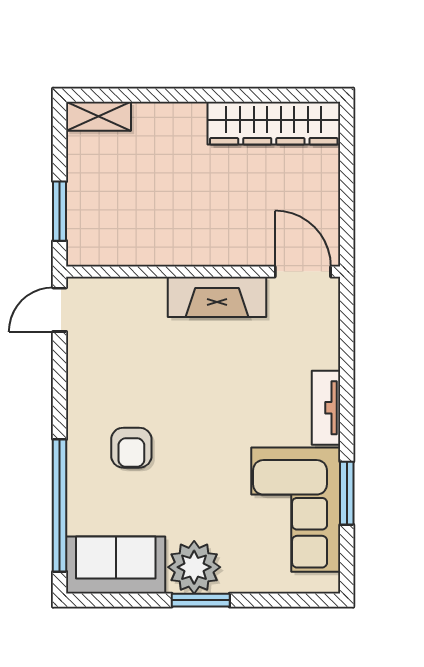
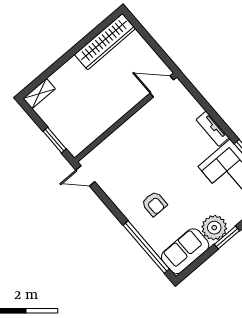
fireplace: (217, 297) -> (138, 122), removed
door: (60, 310) -> (85, 176), hinge flipped

